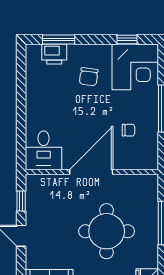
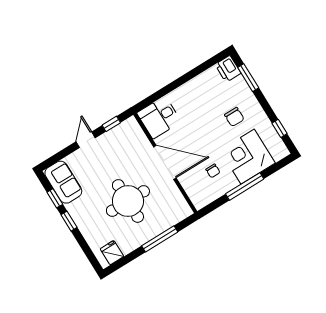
printer: (54, 54) -> (228, 69), moved
corner desk: (135, 67) -> (248, 157), moved, turned 90
chair: (89, 77) -> (234, 117), turned -97

